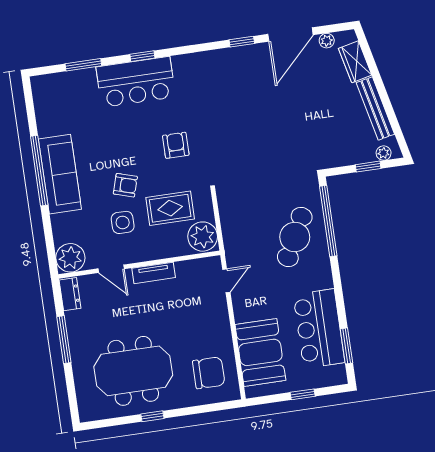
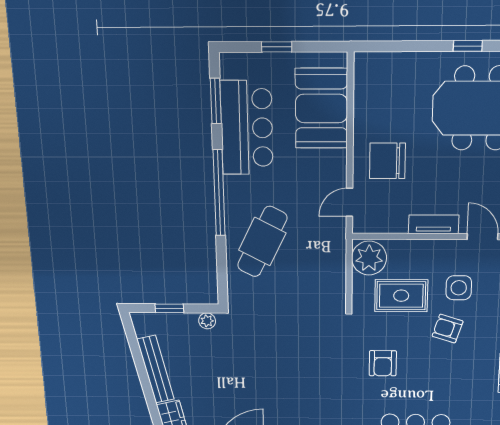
plant: (384, 153) -> (207, 321), moved
window: (328, 221) -> (219, 193), moved
chair: (209, 373) -> (387, 161), moved

